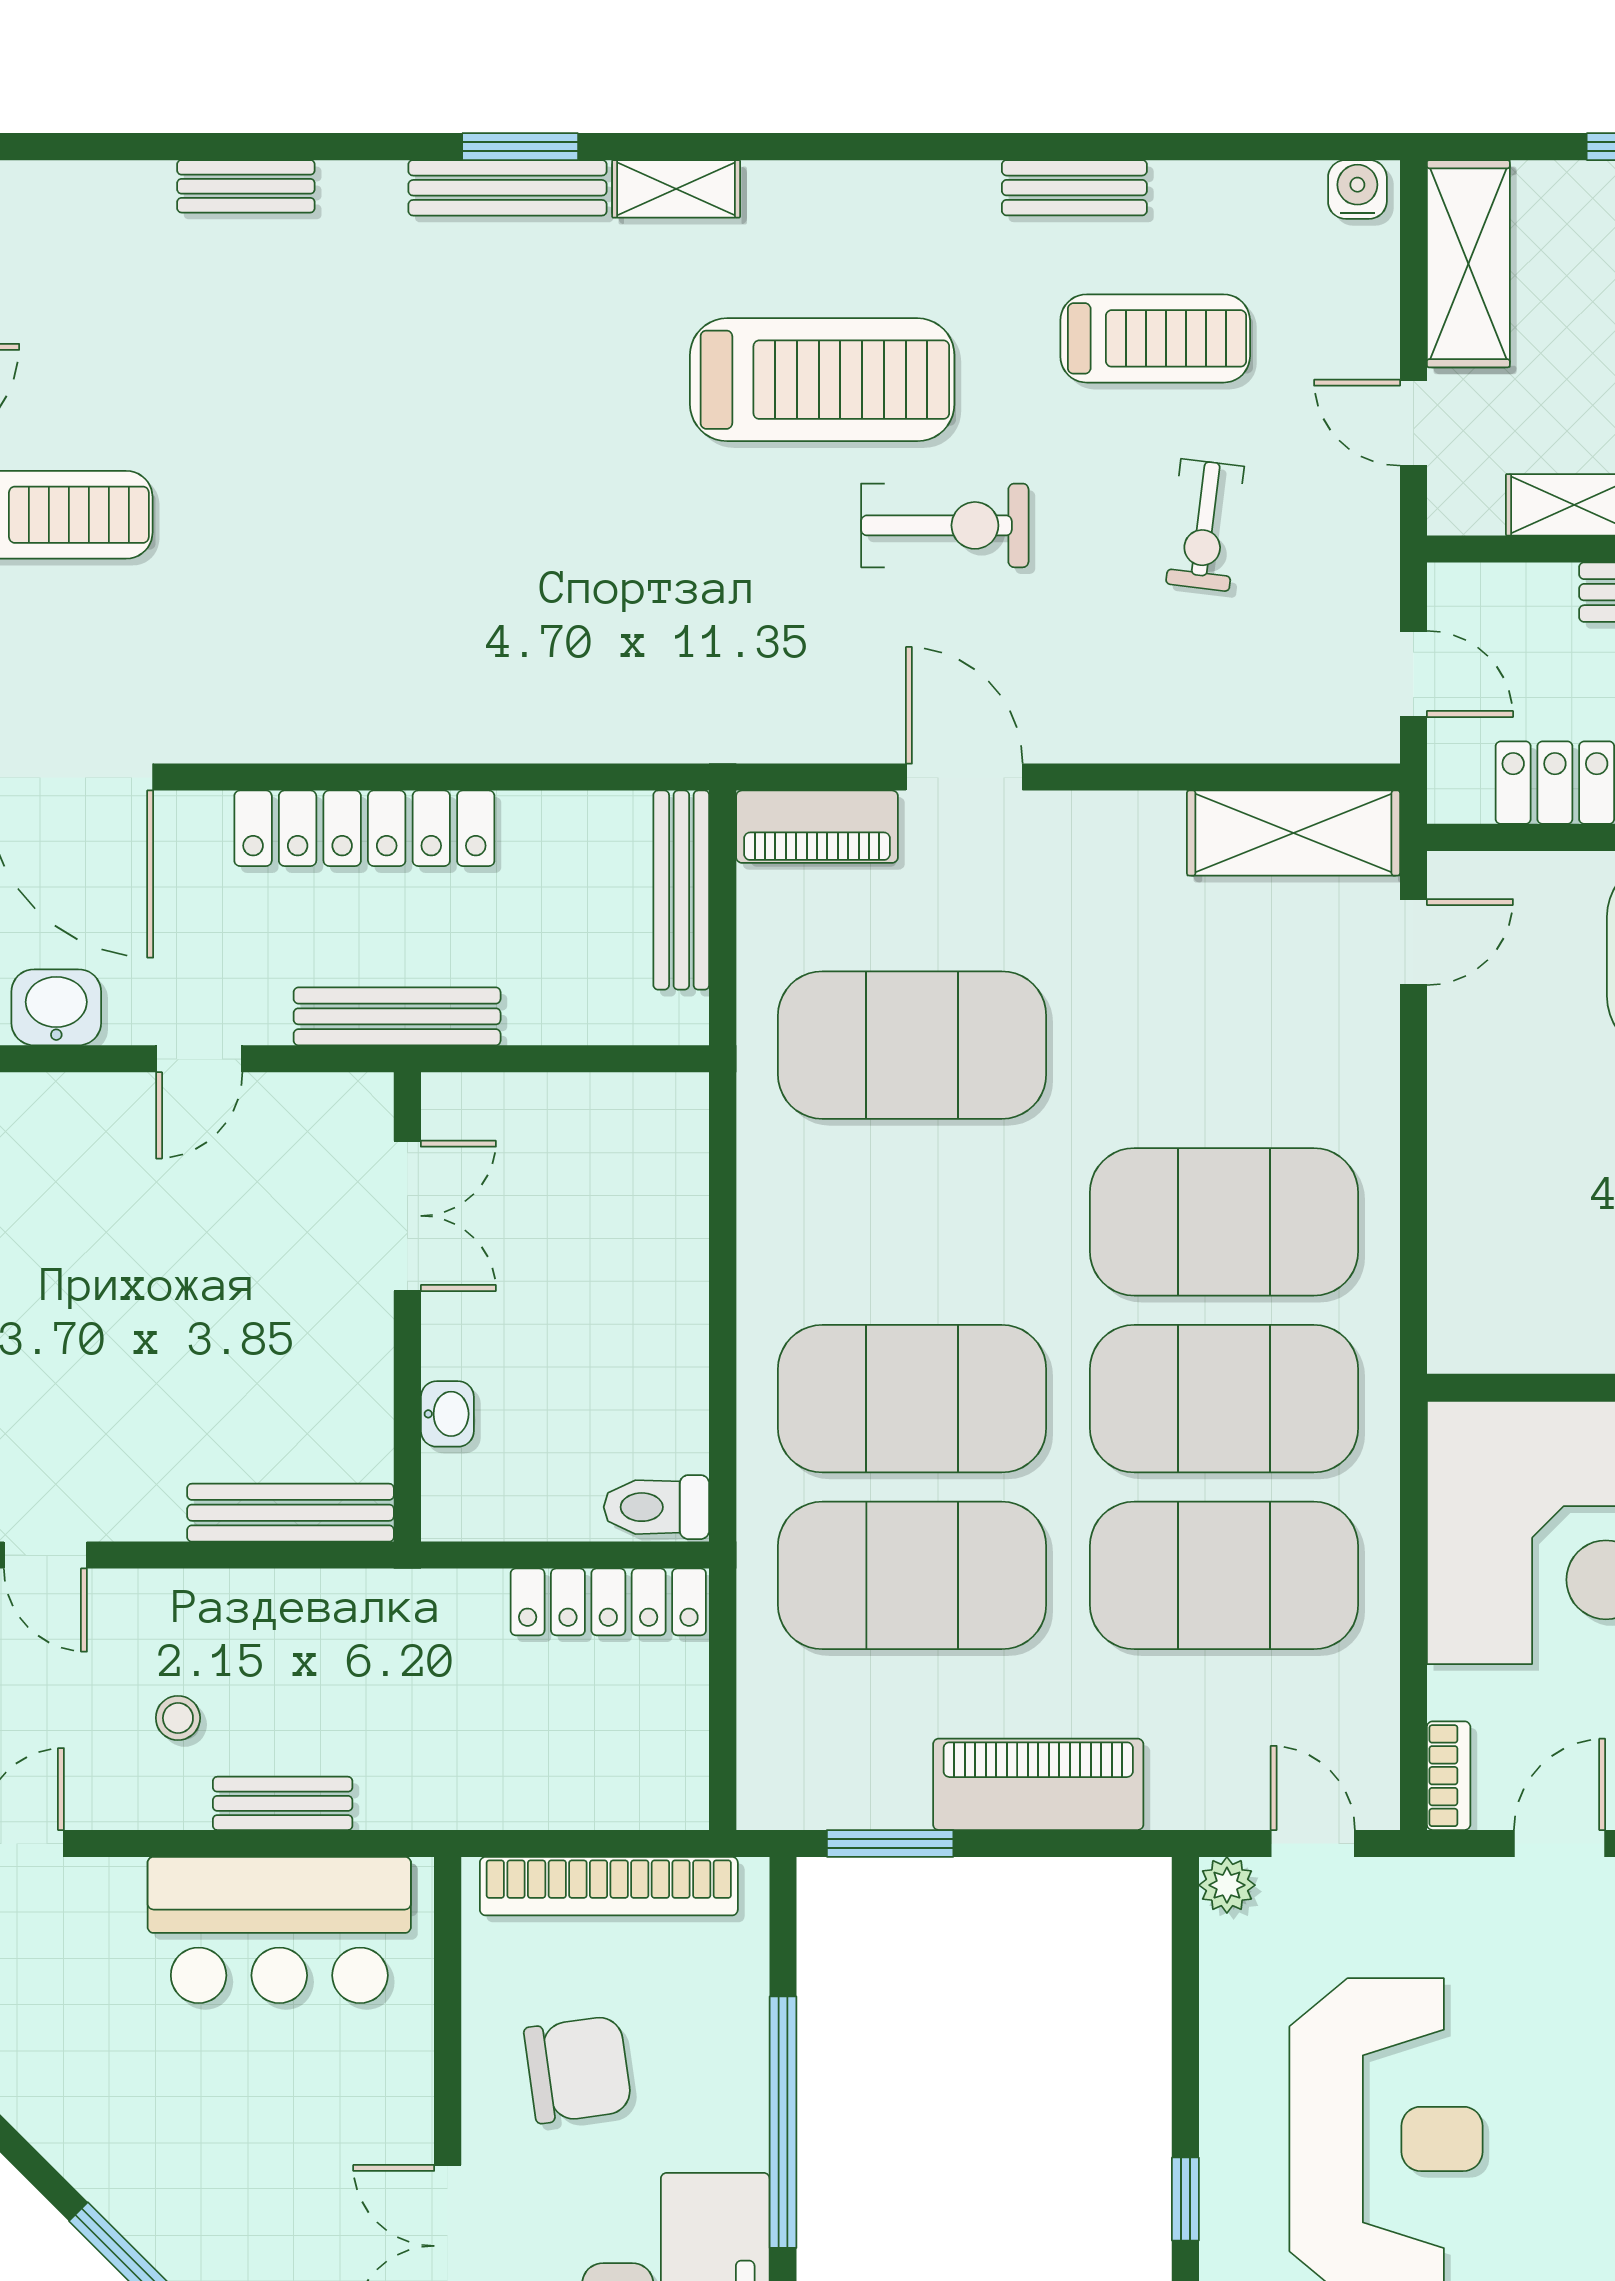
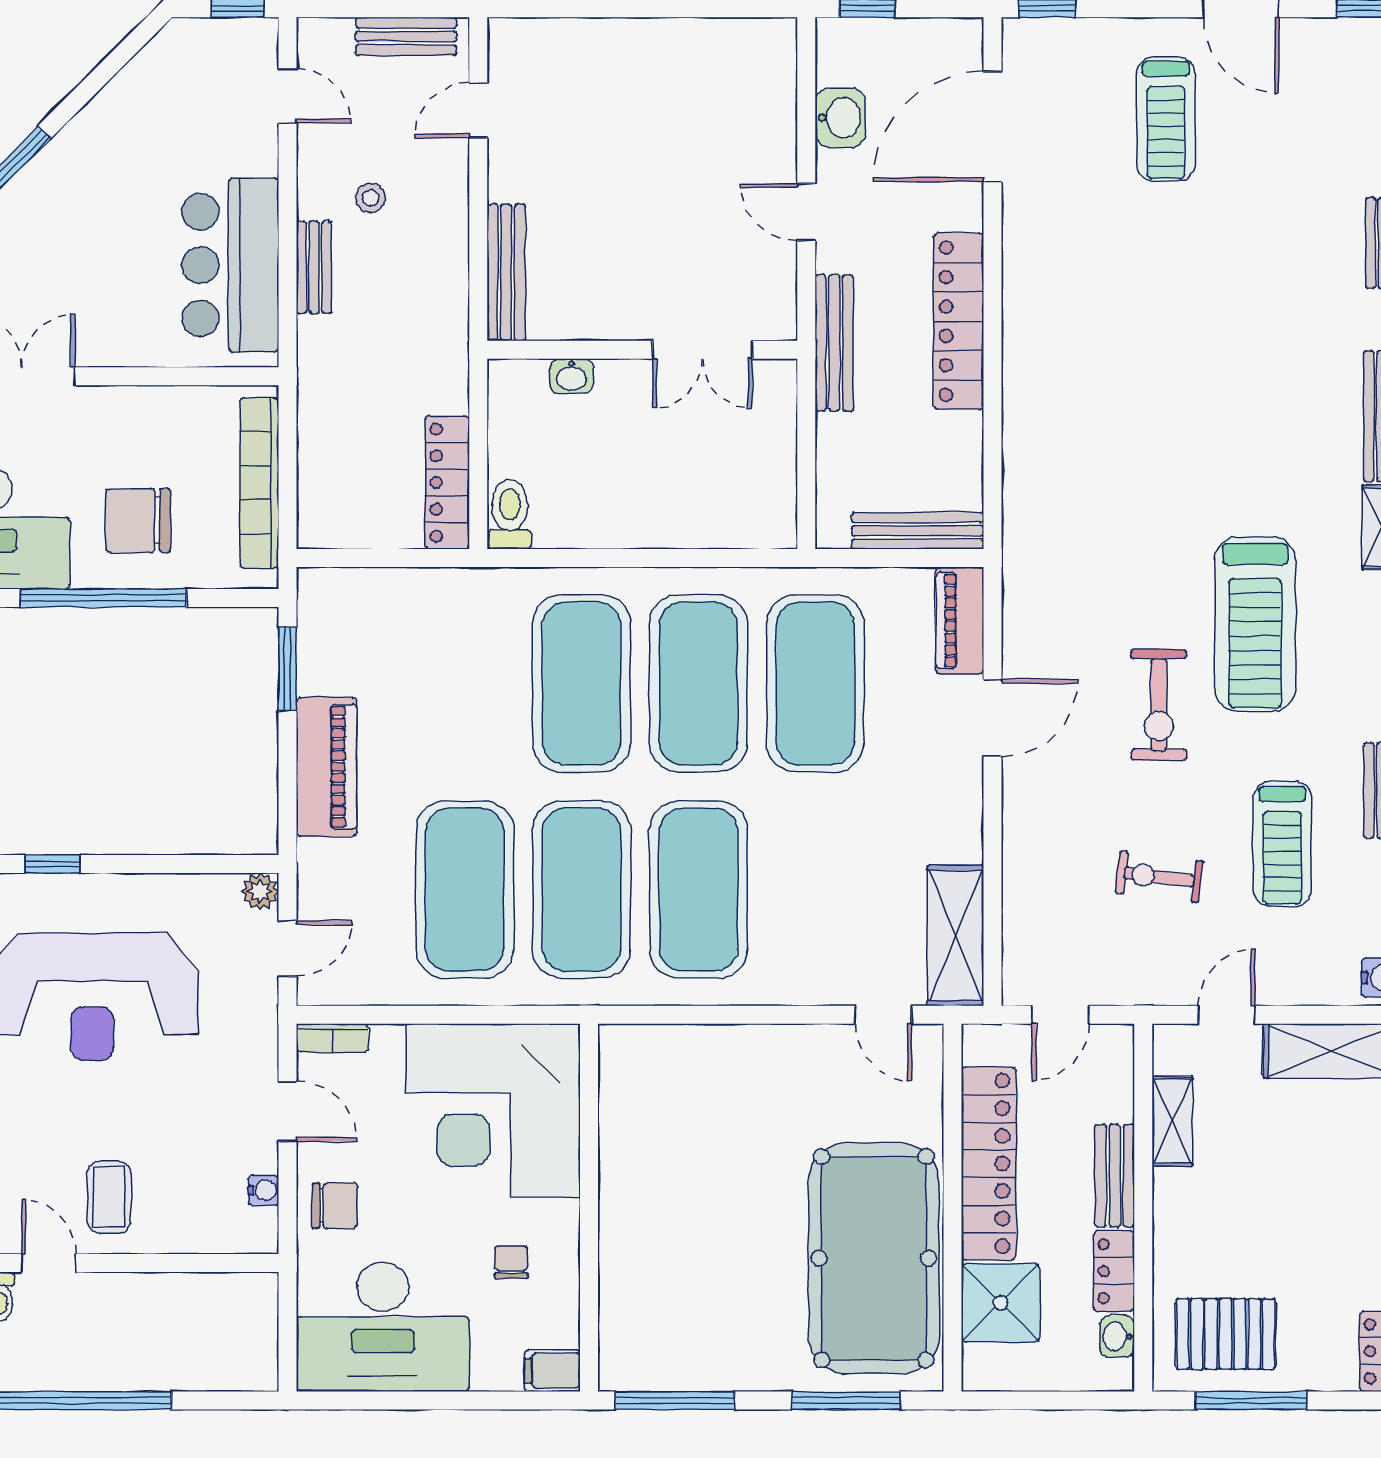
exercise mat: (912, 1575) -> (698, 683), moved
chair: (578, 2069) -> (138, 520), moved, turned 98

